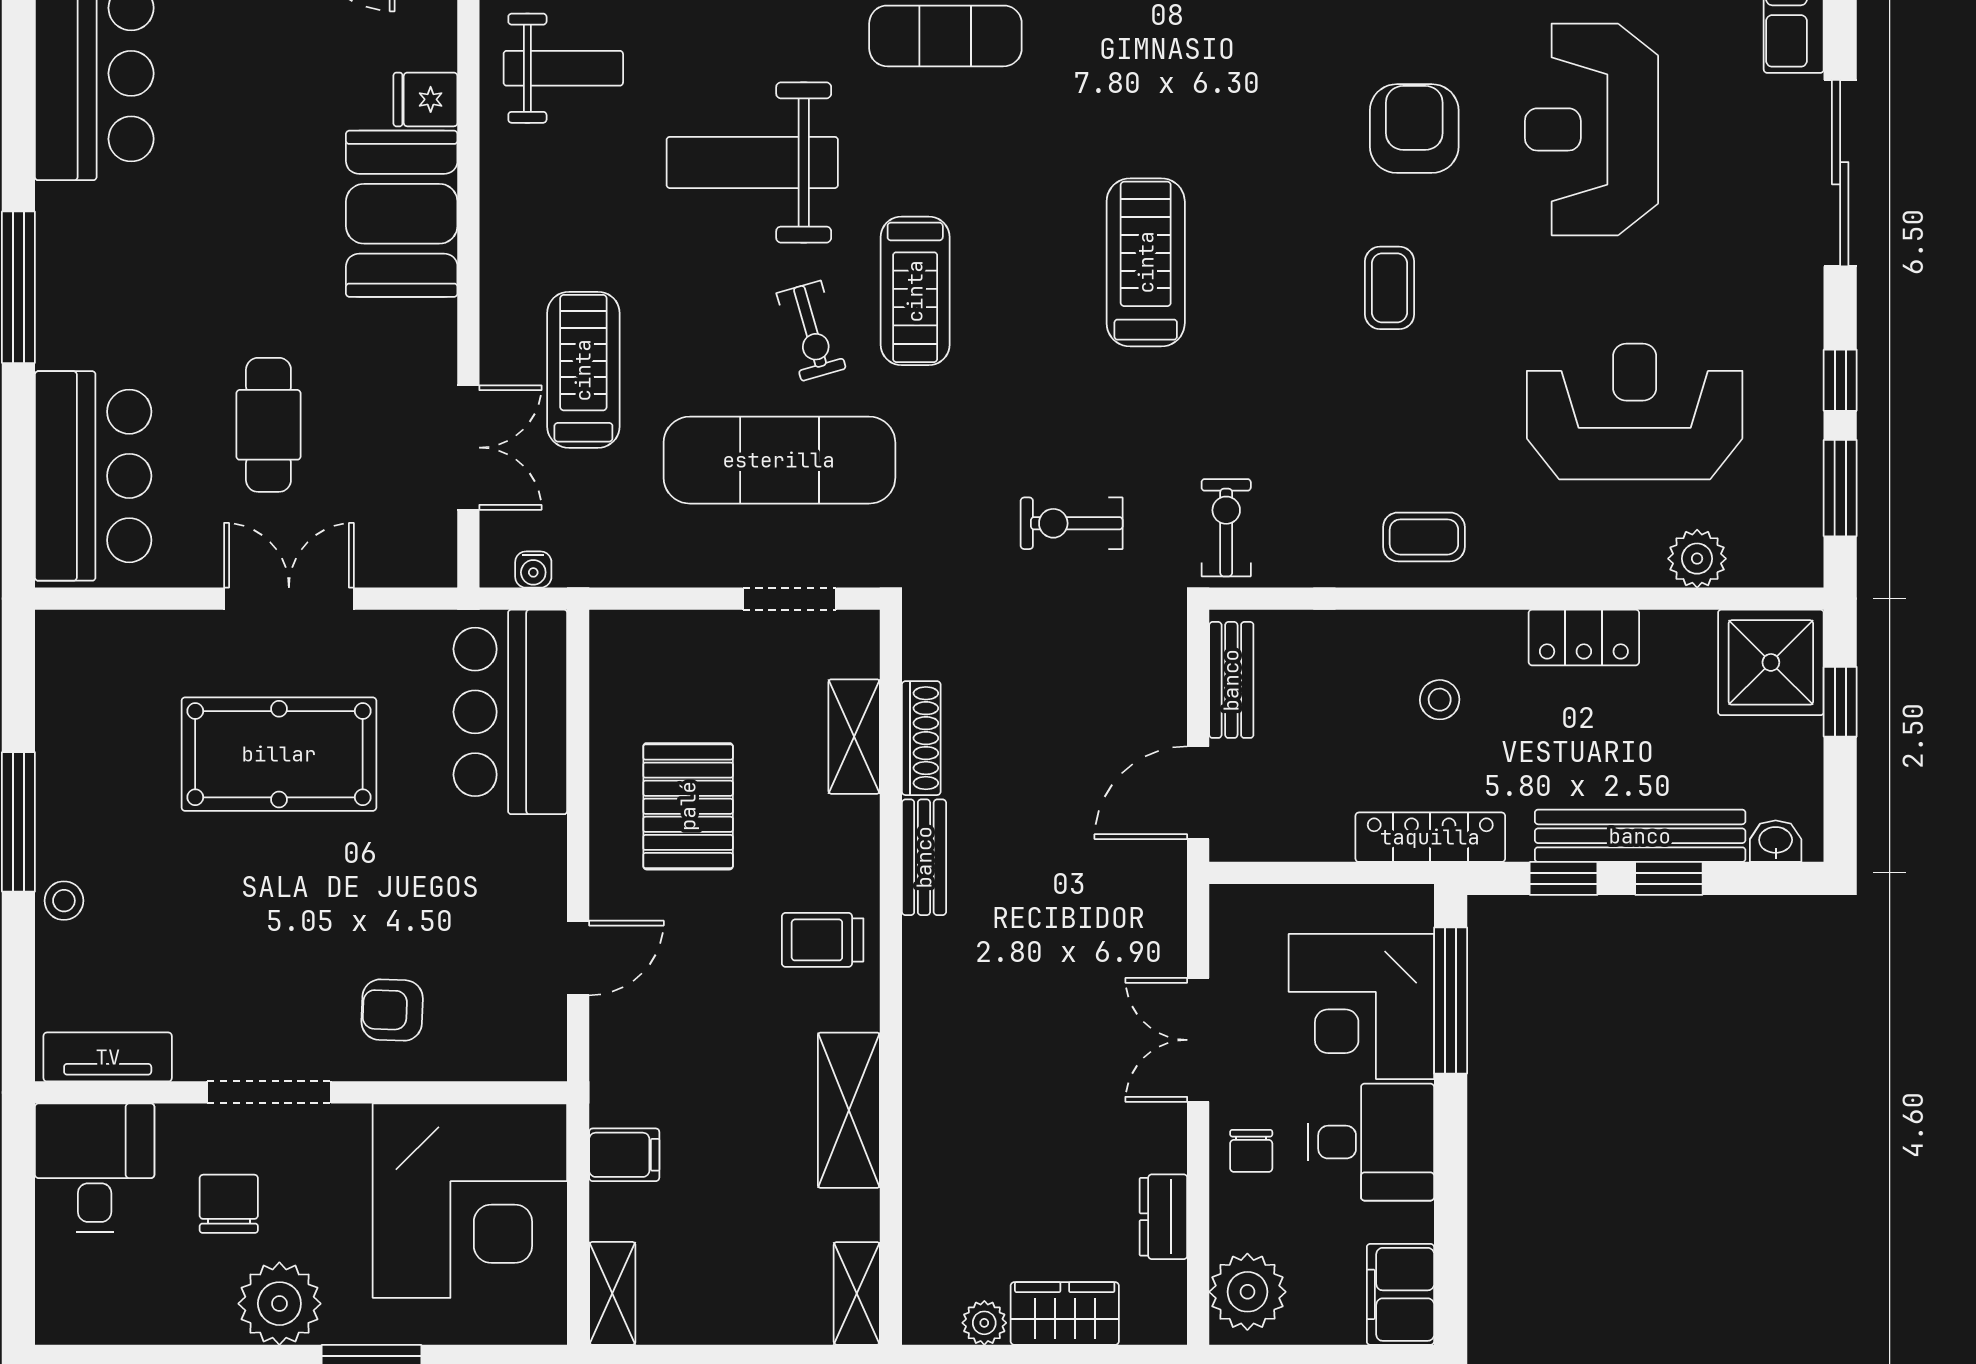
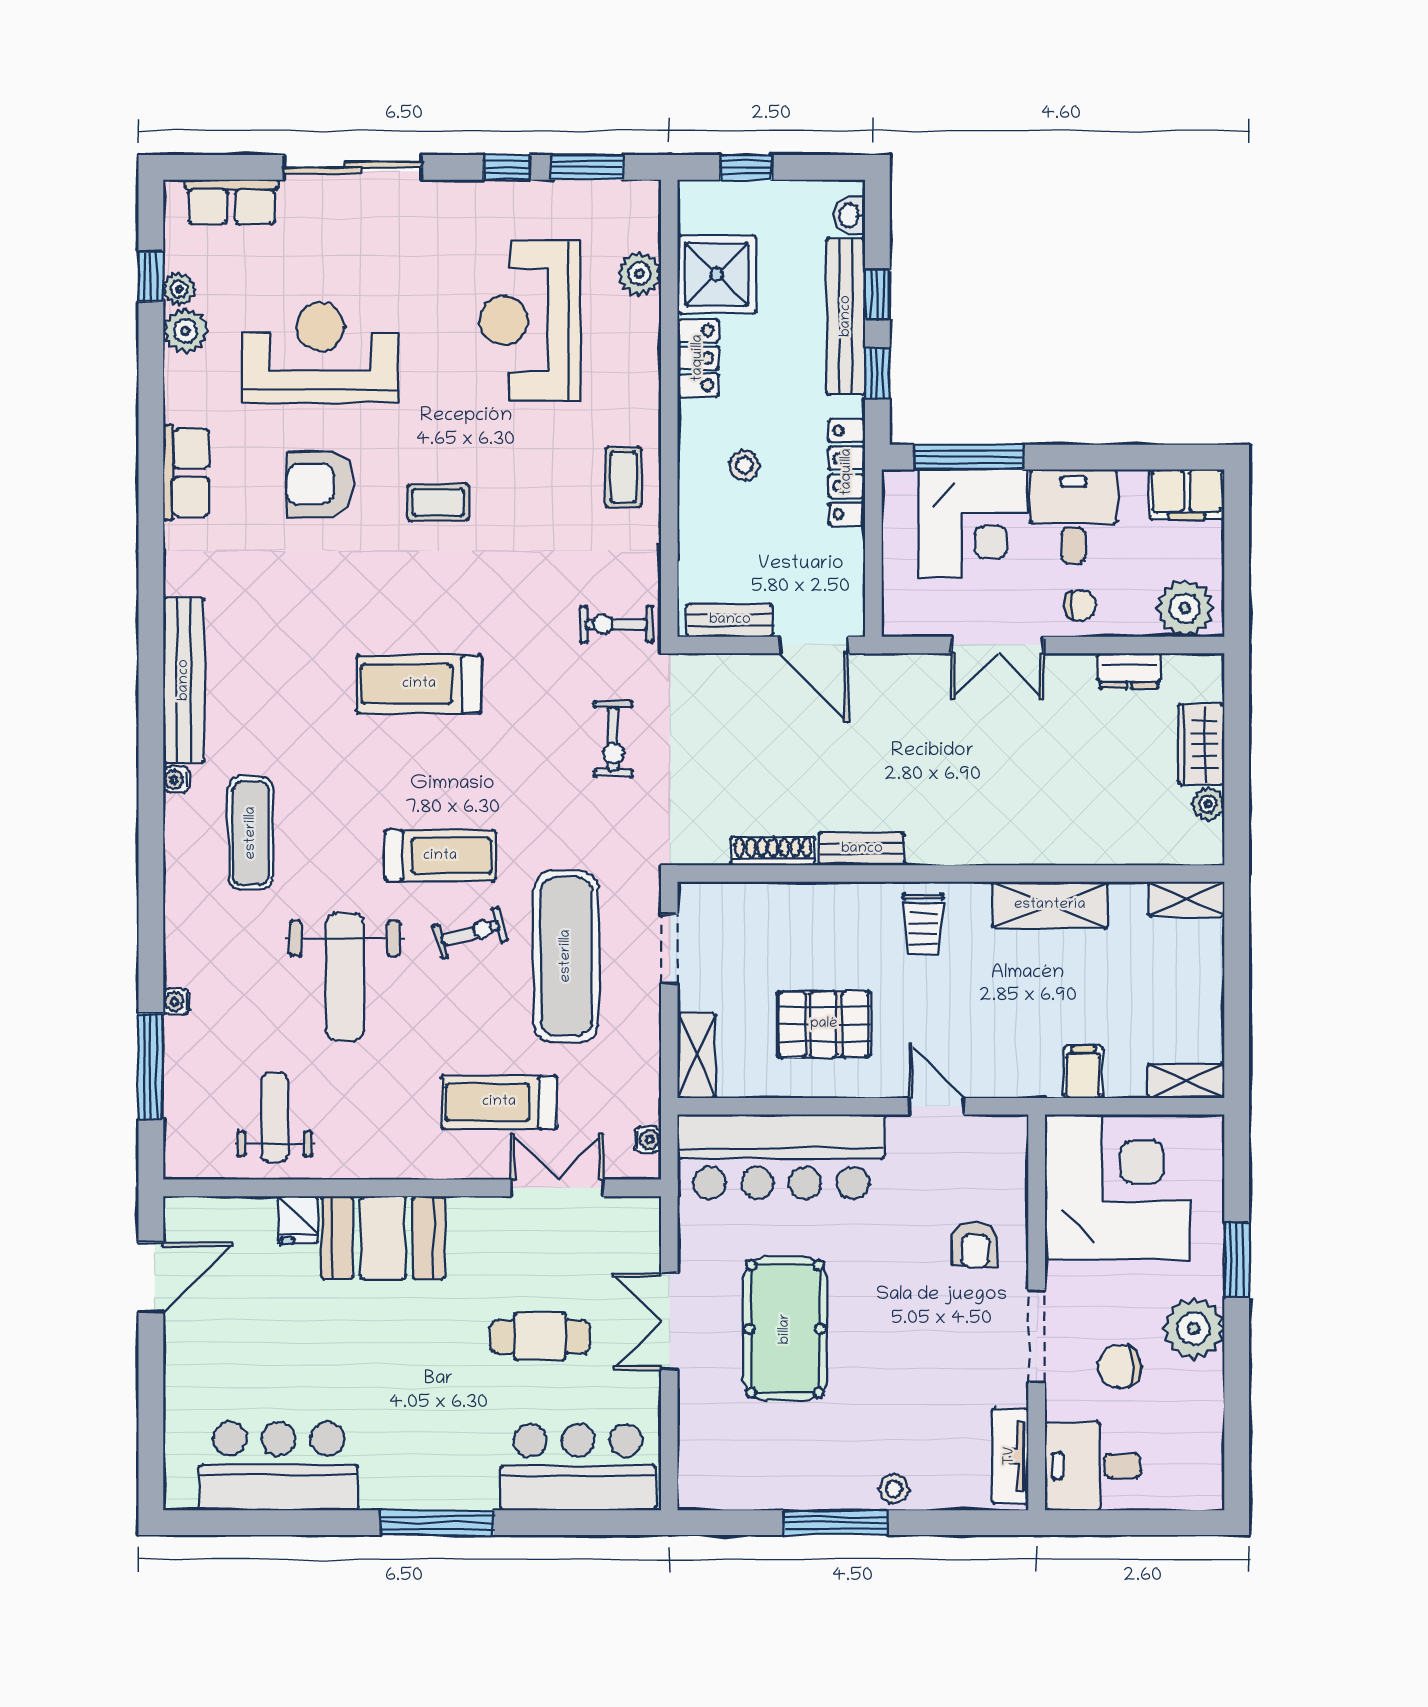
reception desk: (1591, 129) -> (320, 352), turned 180
shower: (1771, 662) -> (717, 274), moved
bar counter: (510, 712) -> (781, 1157), width x1.36
shelving: (854, 737) -> (697, 1055), moved, turned 90

